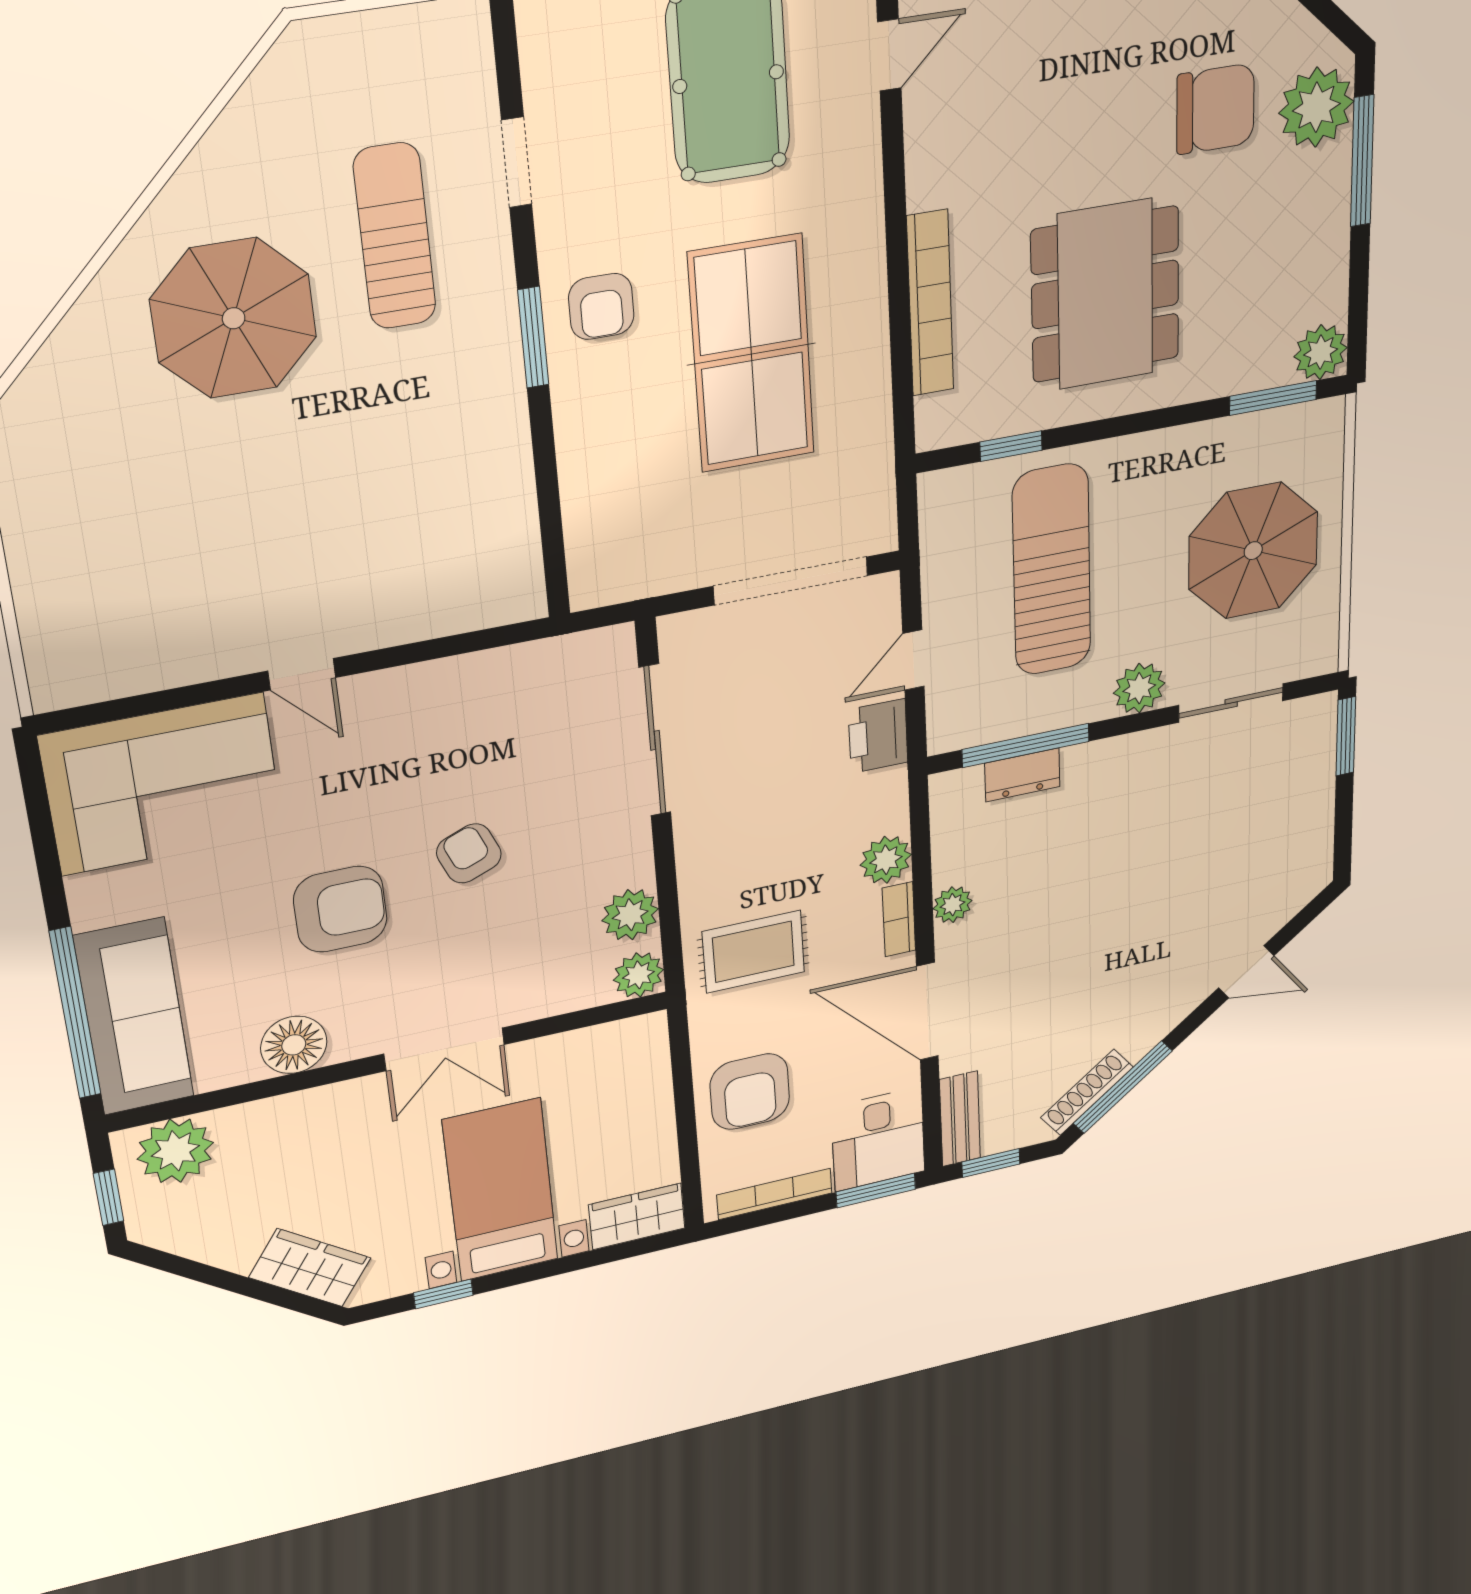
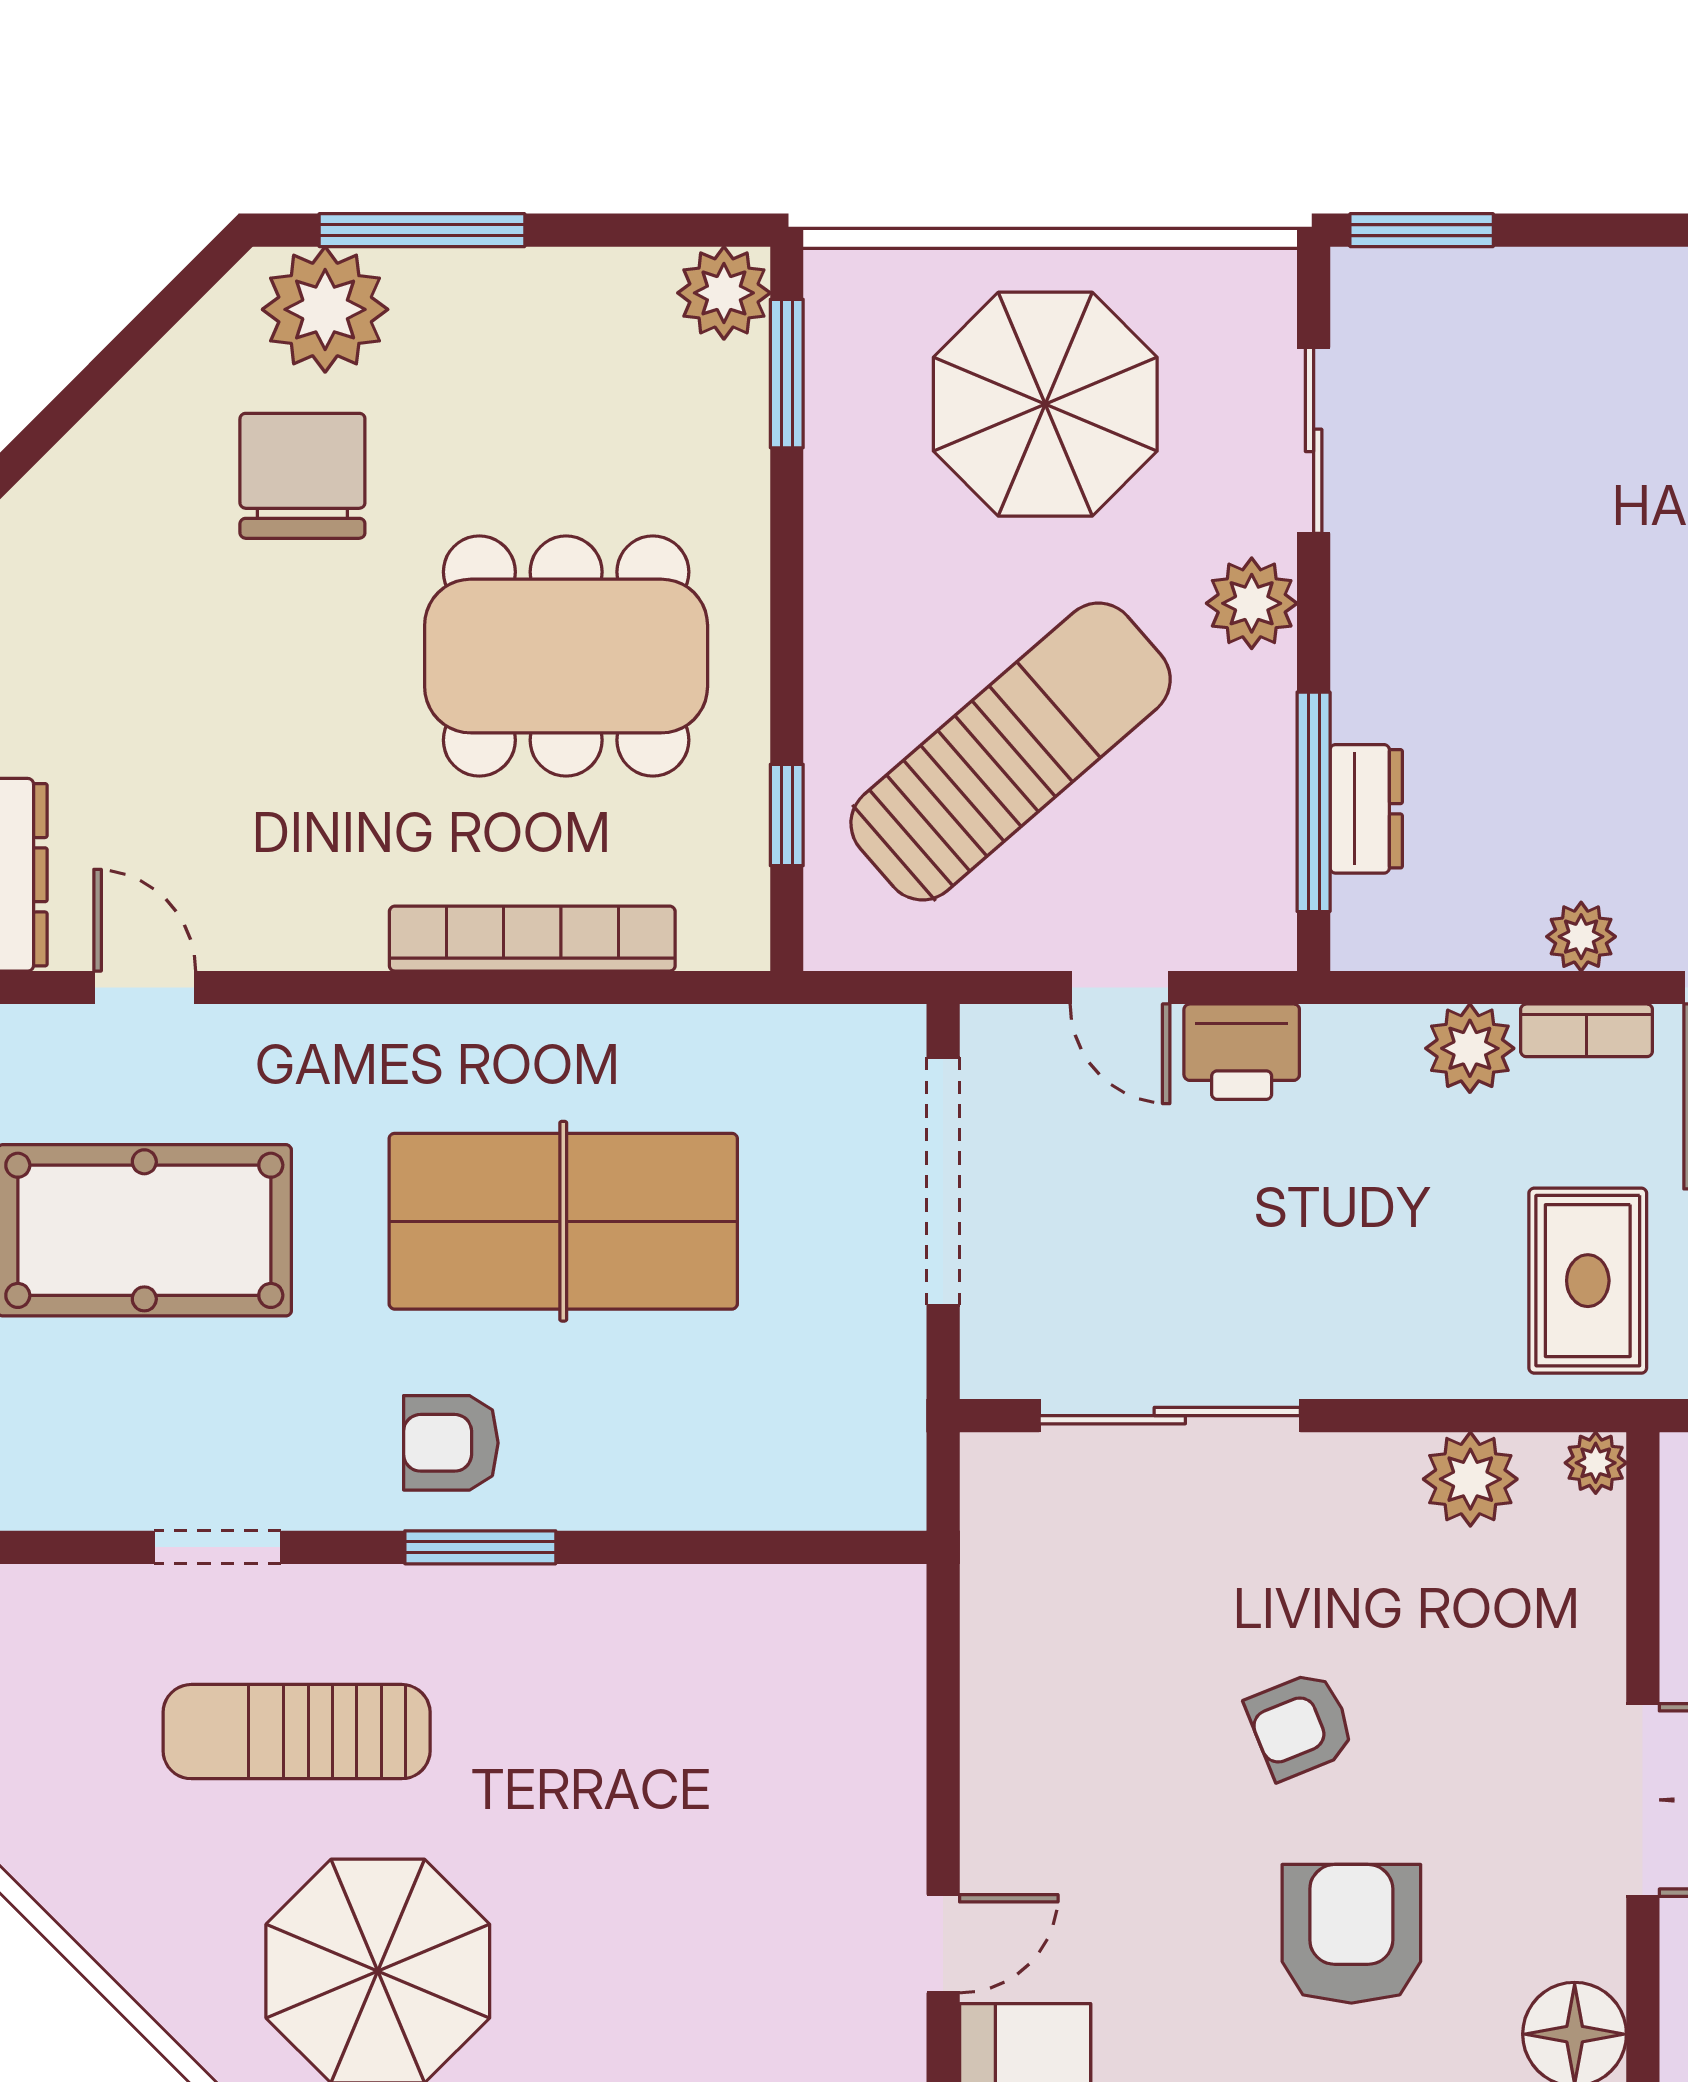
armchair: (601, 306) -> (451, 1443), turned 180
sun lounger: (1052, 570) -> (1011, 752), turned 139
plant: (638, 975) -> (1596, 1463), width x0.73, depth x0.73

